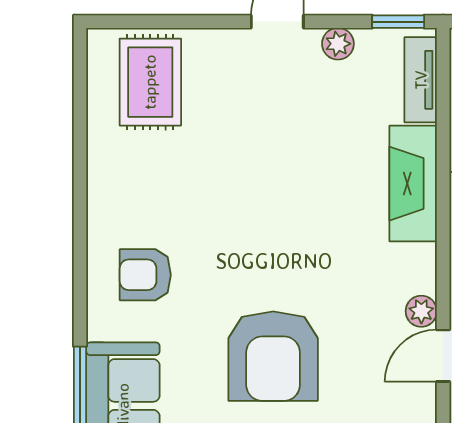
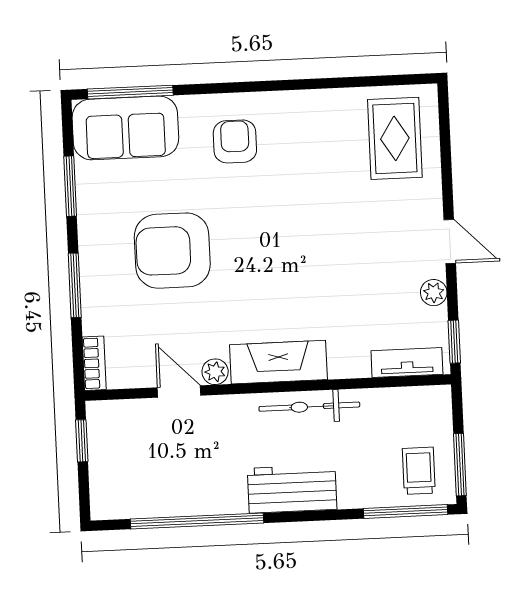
rug: (150, 82) -> (395, 138), turned 90
fireplace: (413, 184) -> (278, 362), moved

